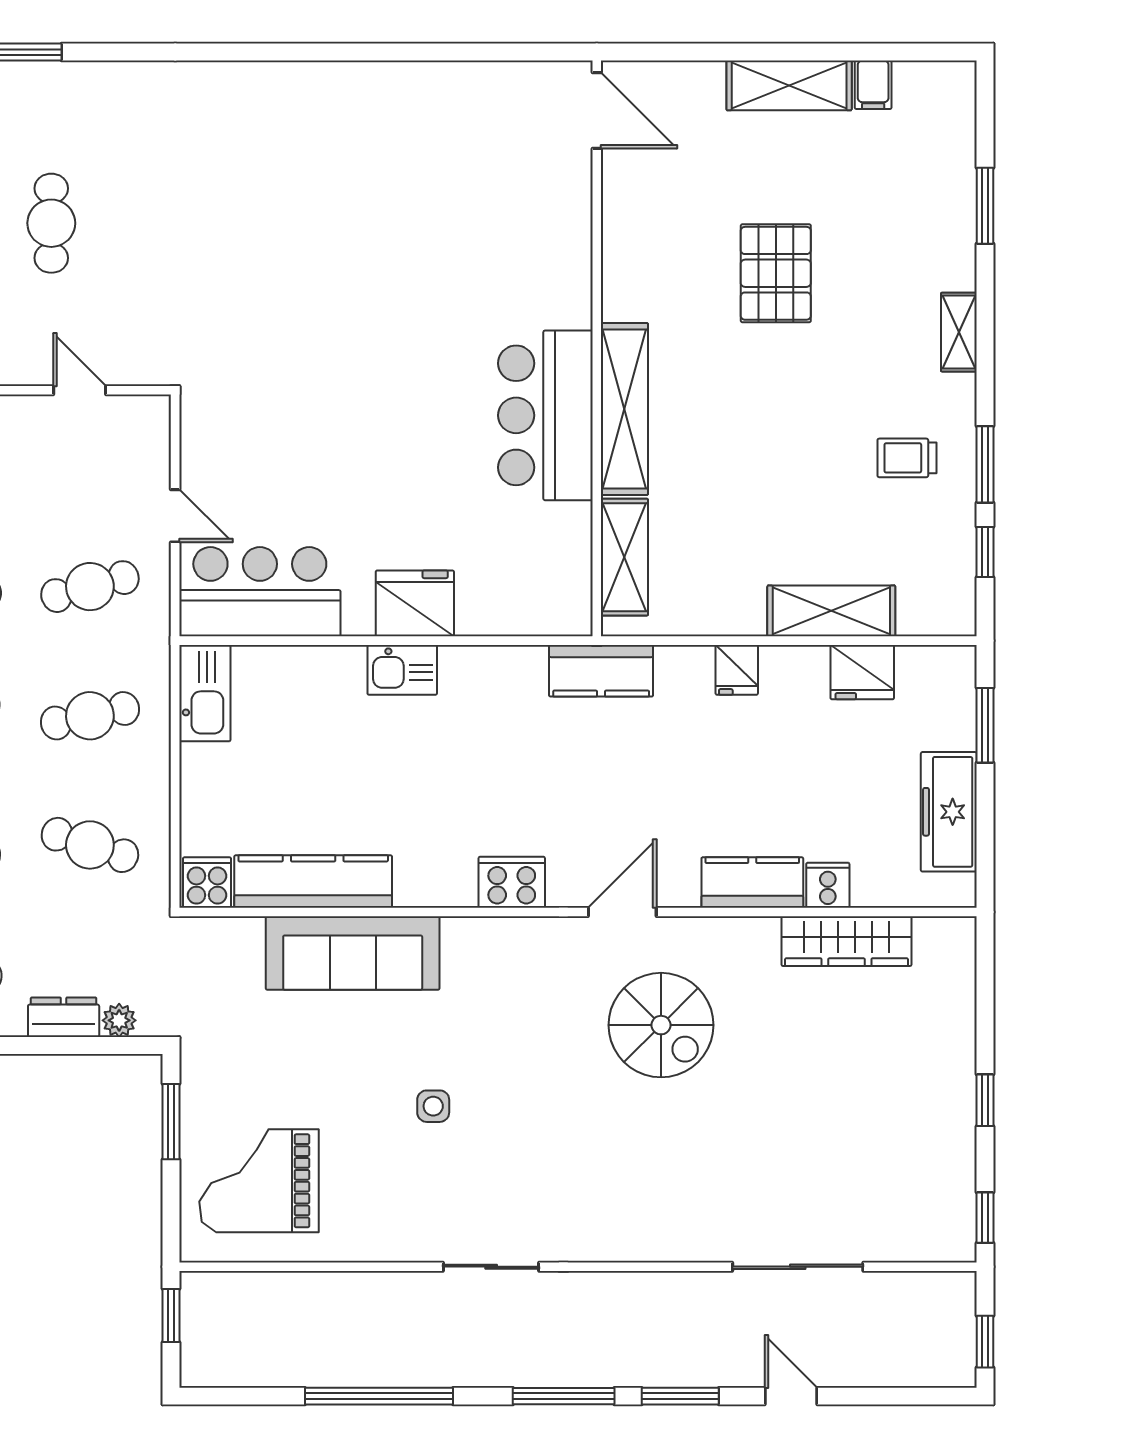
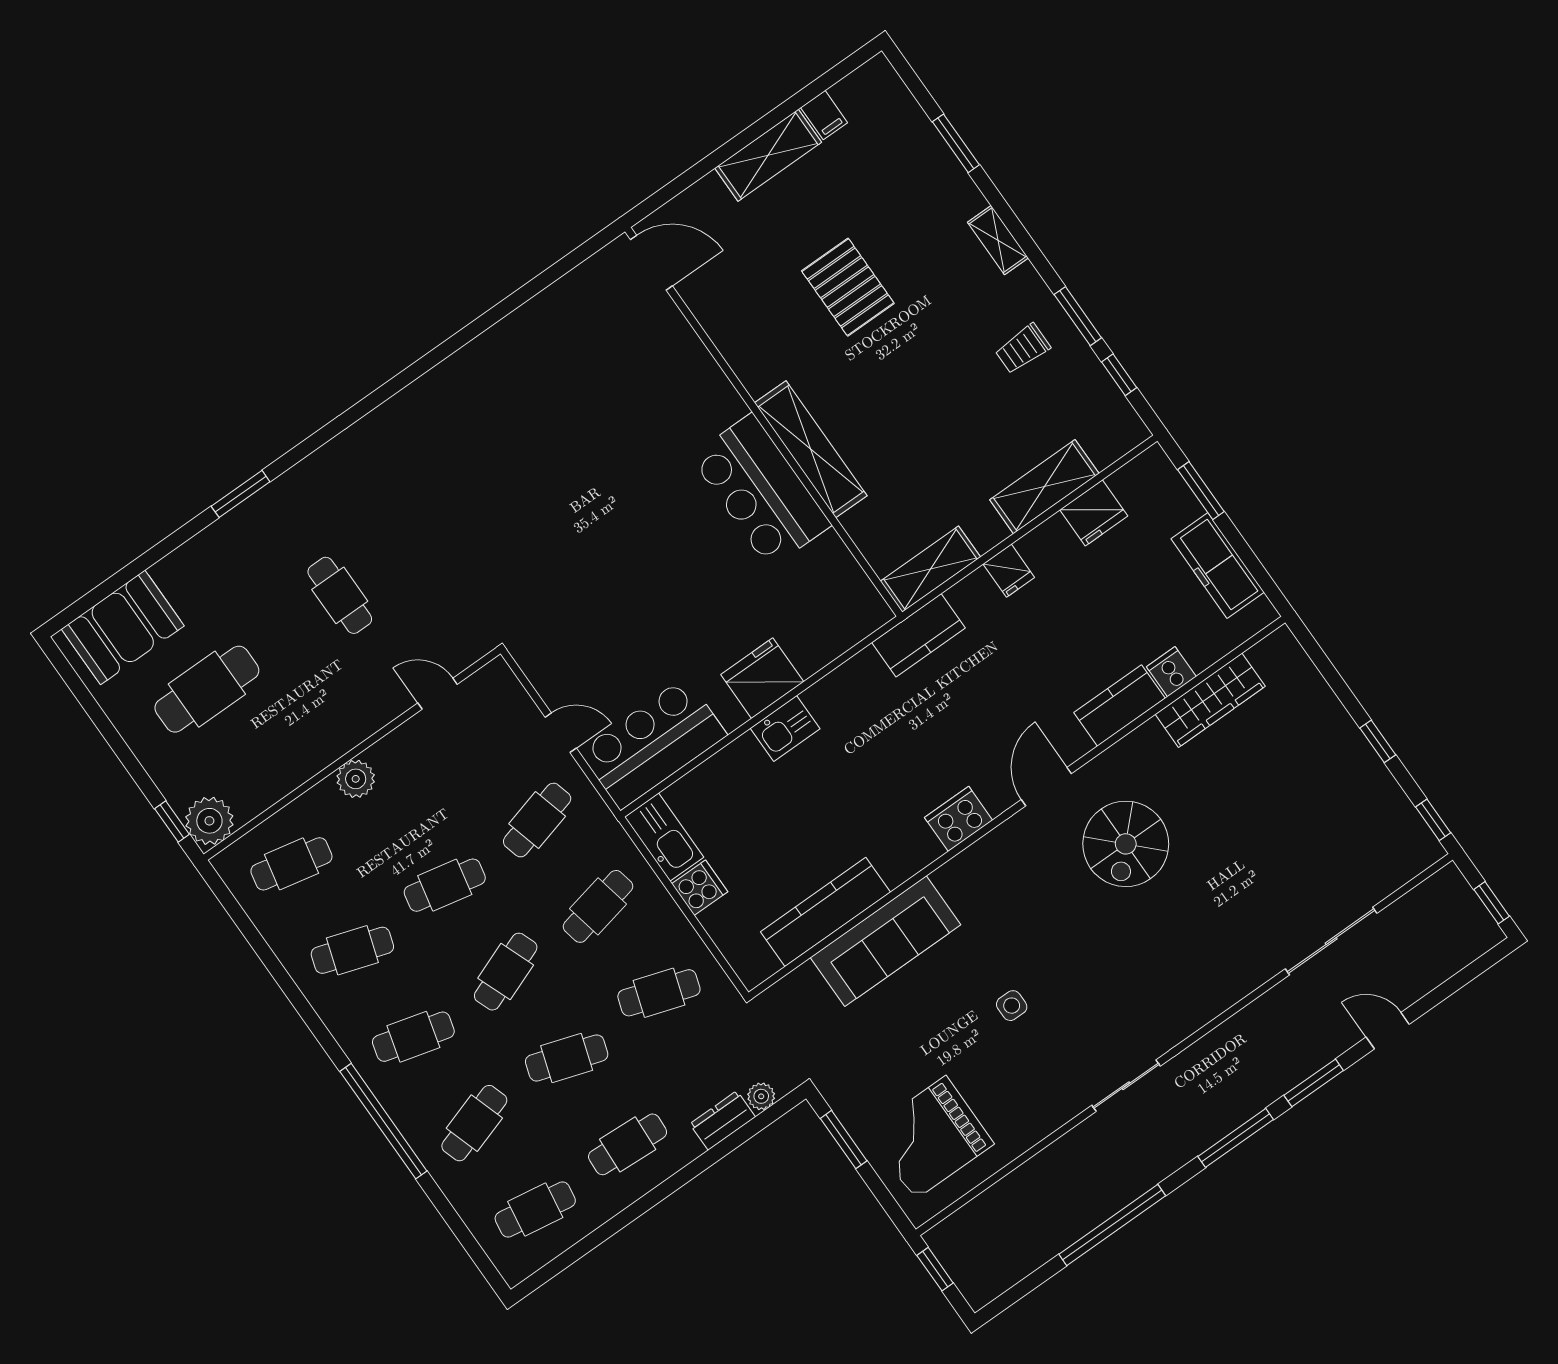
shelving: (624, 557) -> (930, 569), moved, turned 90
cooker: (207, 882) -> (700, 888), moved, turned 90
spiral stairs: (661, 1025) -> (1126, 844), turned 90

